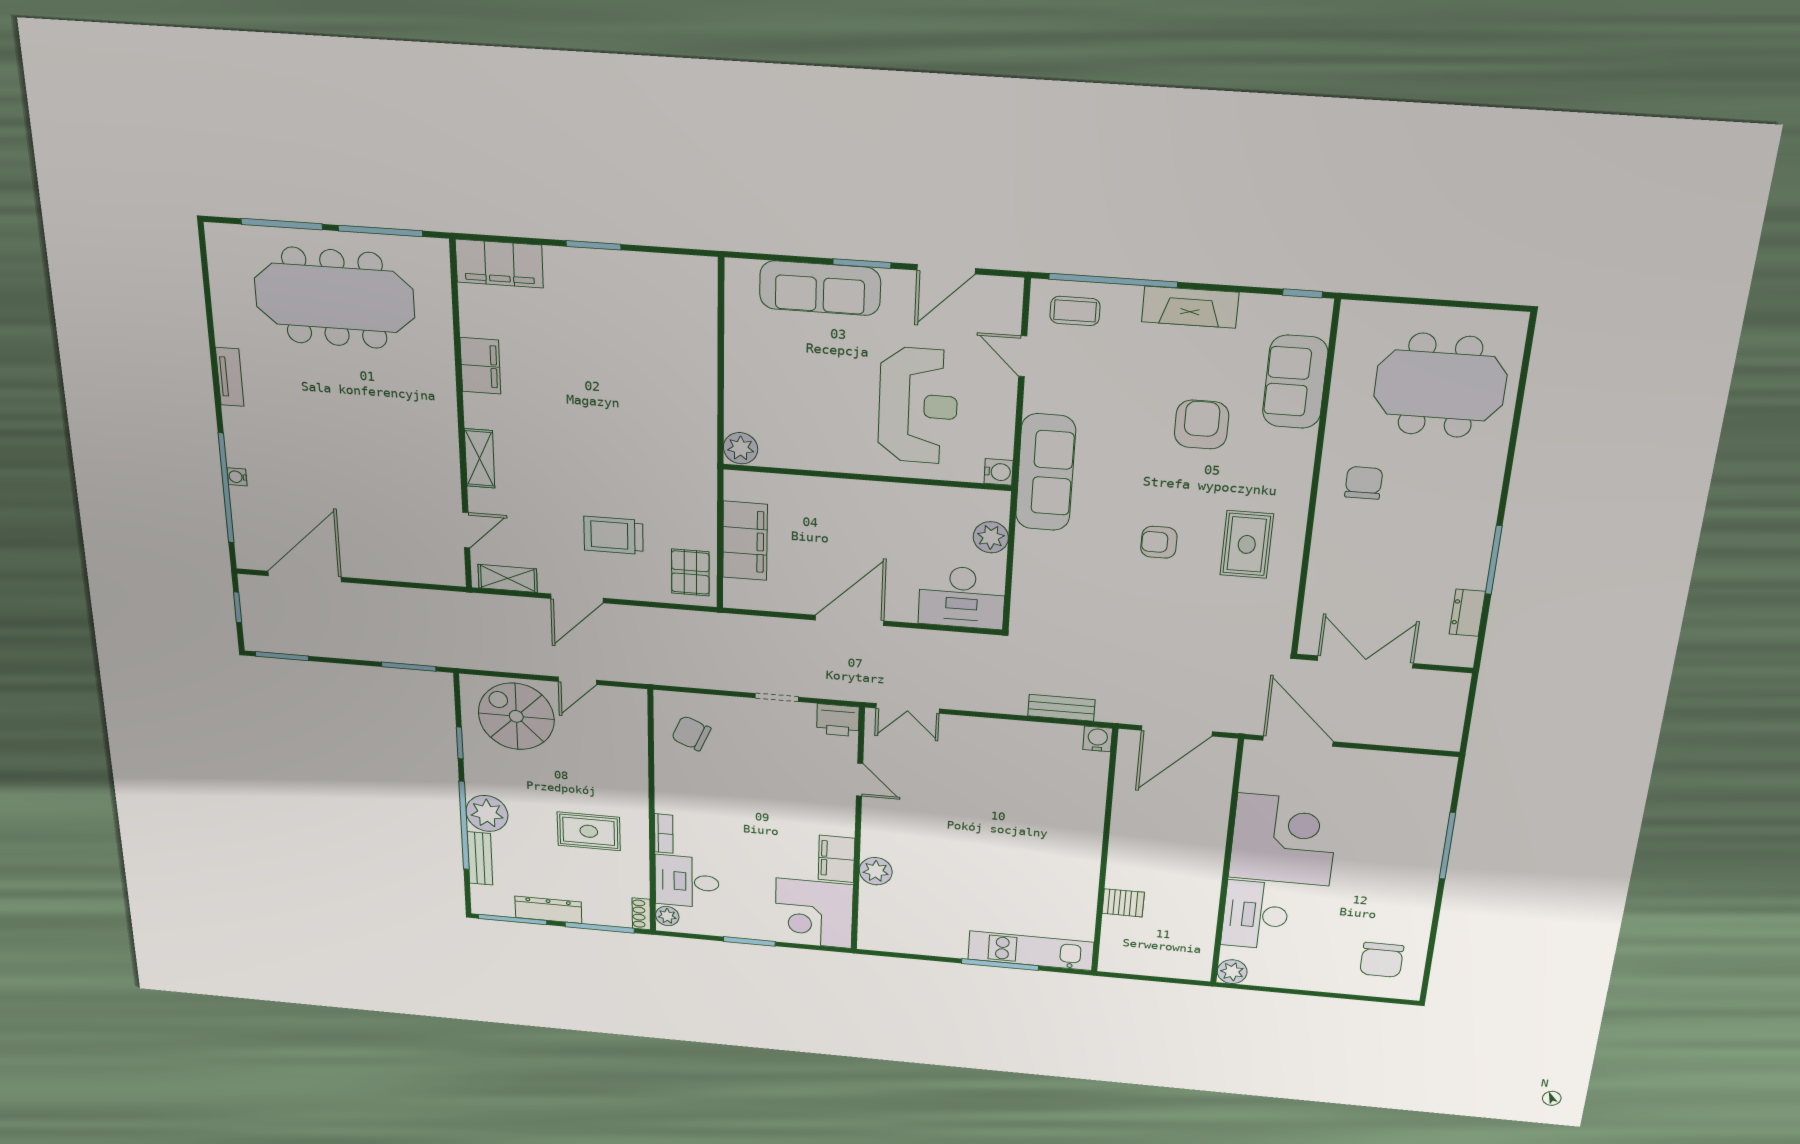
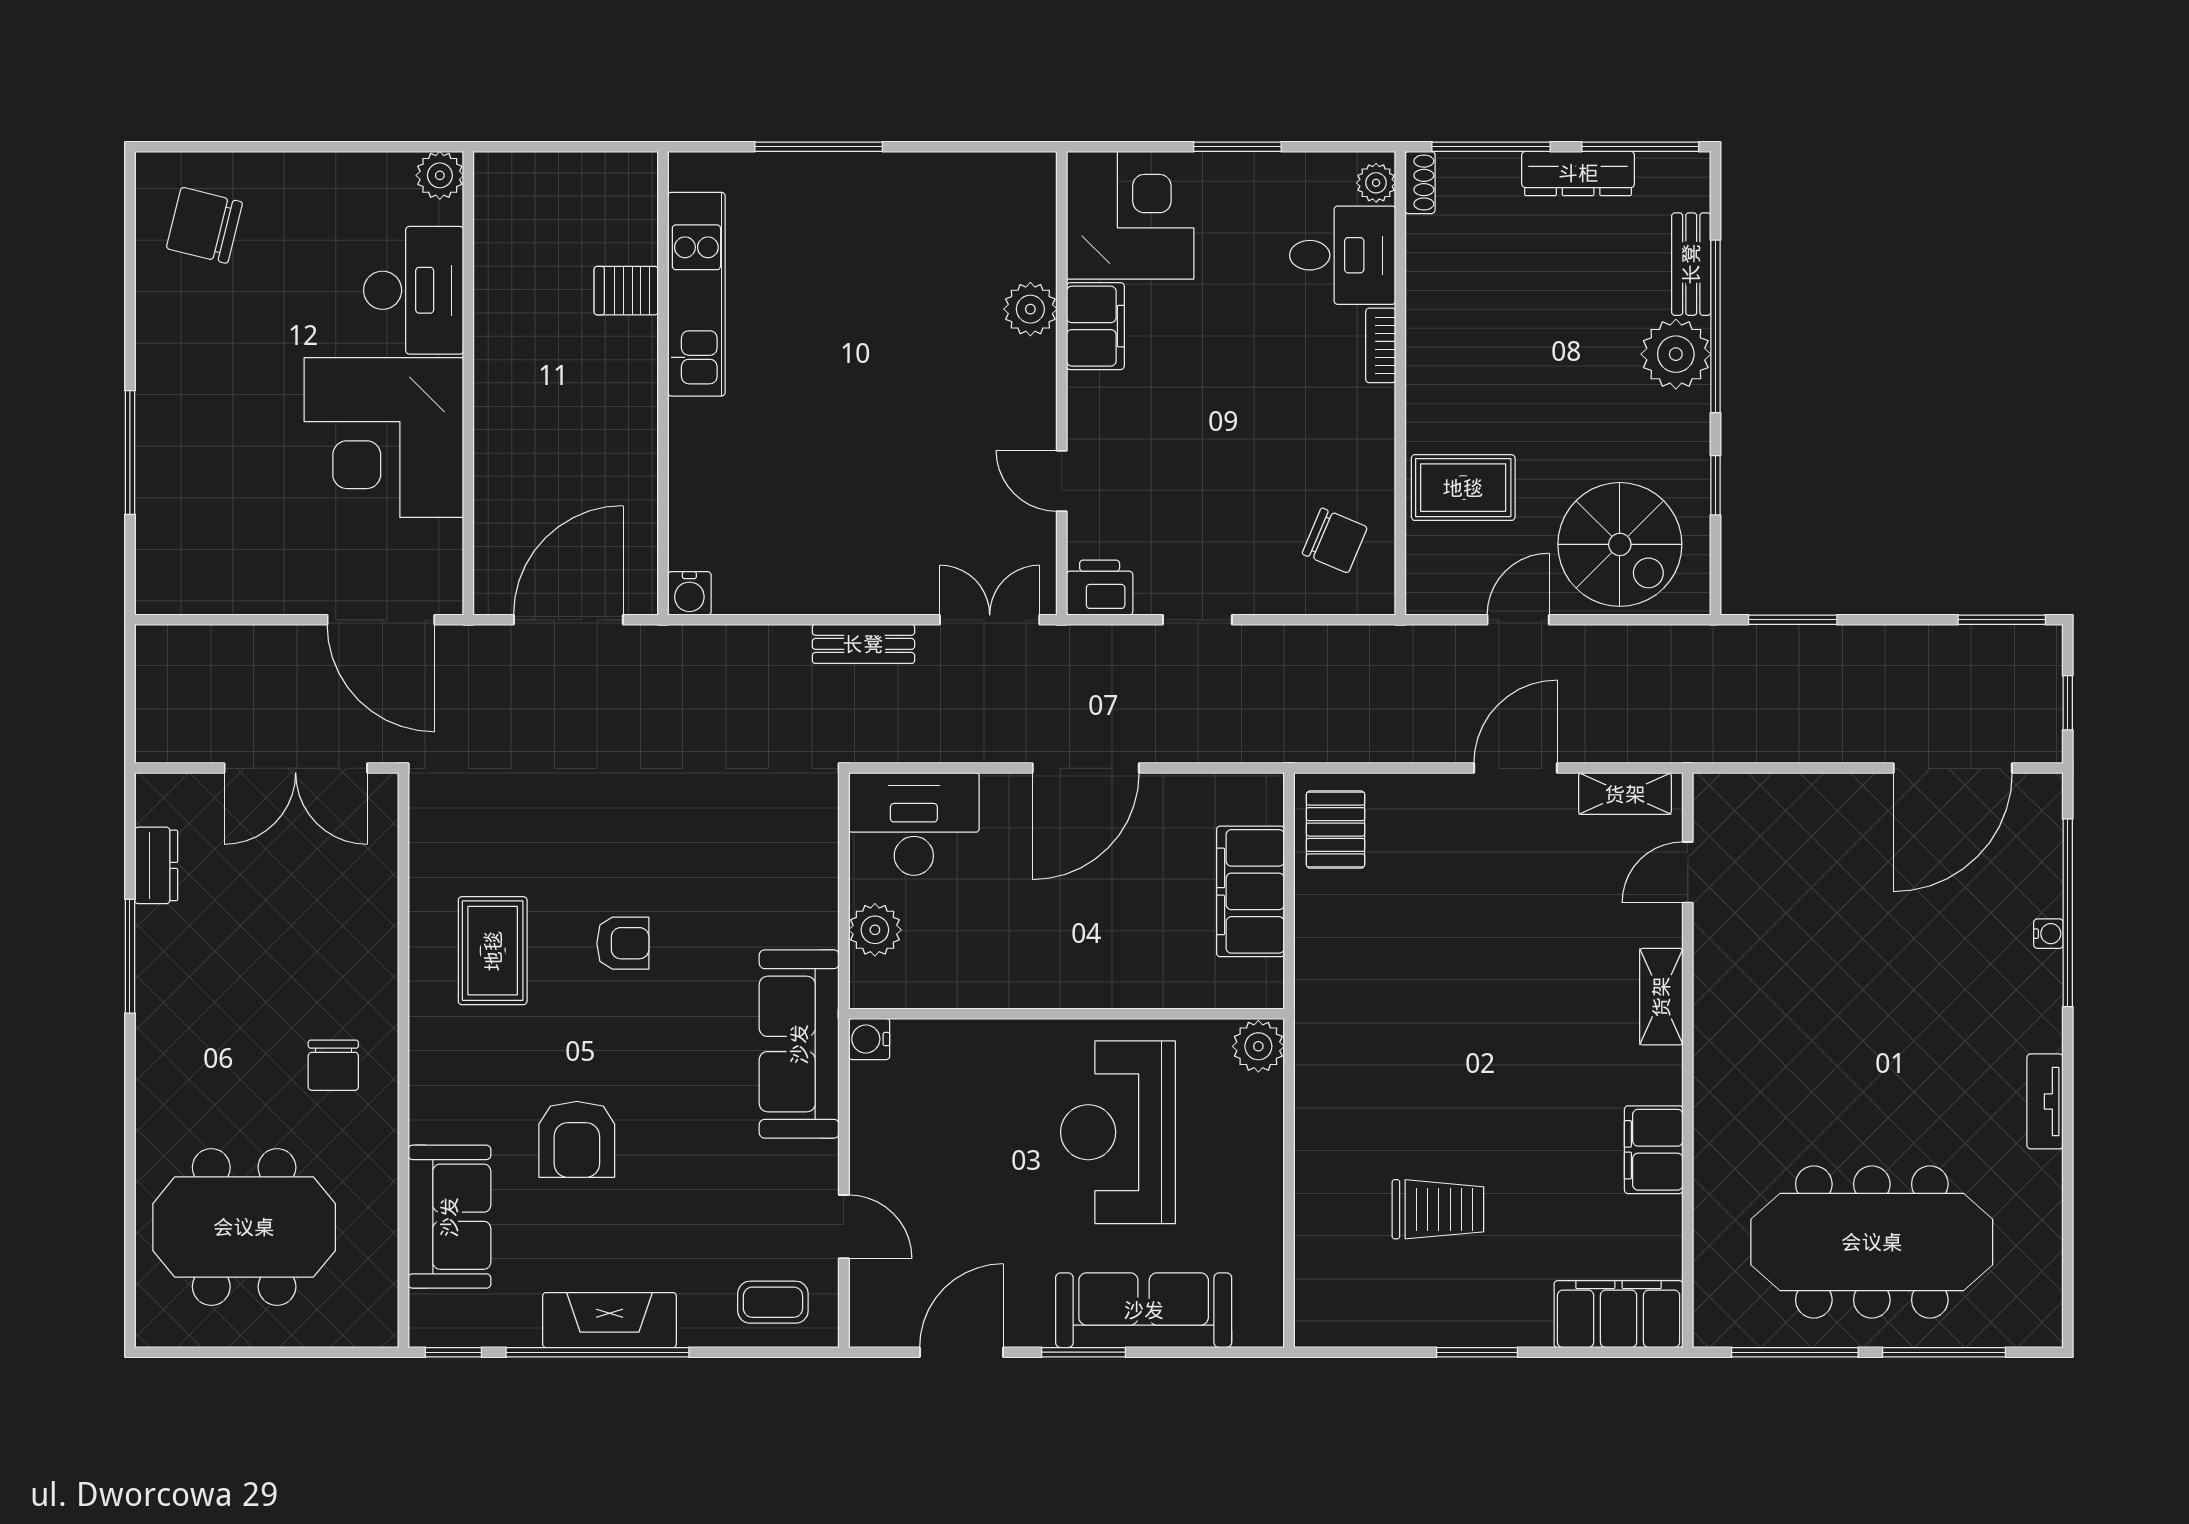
window: (1113, 281) -> (597, 1352), moved
reception desk: (918, 406) -> (1118, 1132), moved
trolley: (613, 535) -> (1438, 1209), moved
bench: (1061, 708) -> (863, 644), moved
rug: (589, 831) -> (1463, 488), moved
kitchen unit: (1031, 951) -> (696, 294), moved, turned -90
chair: (1382, 960) -> (204, 225), turned -76

